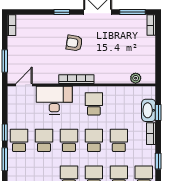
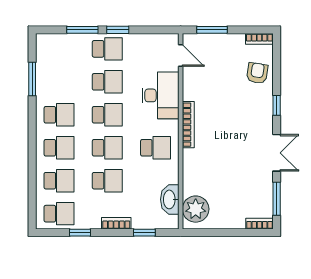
armchair: (74, 43) -> (257, 73), moved
plant: (136, 78) -> (196, 209), width x1.88, depth x1.88
washbasin: (149, 110) -> (170, 199), moved, turned -90

